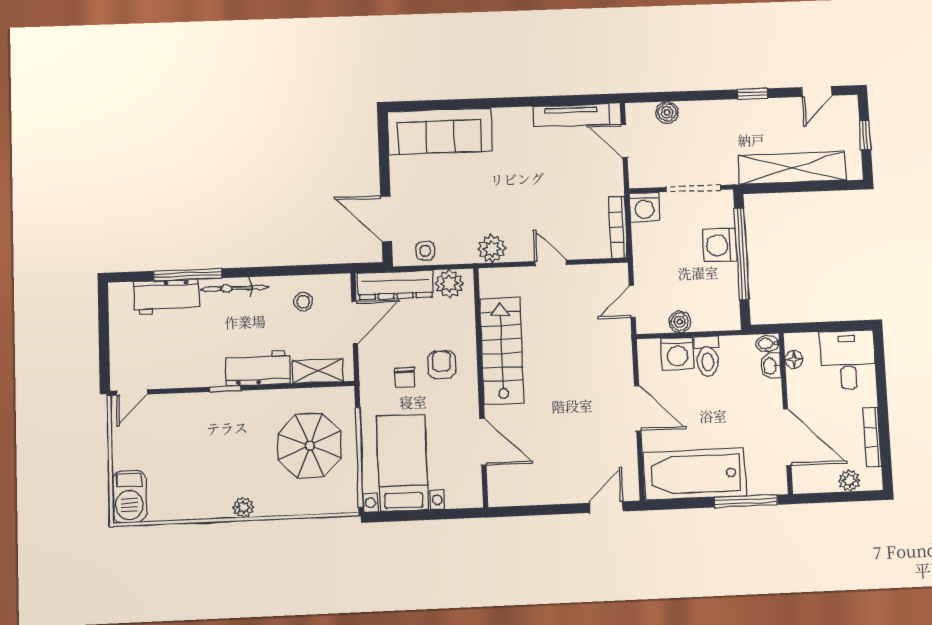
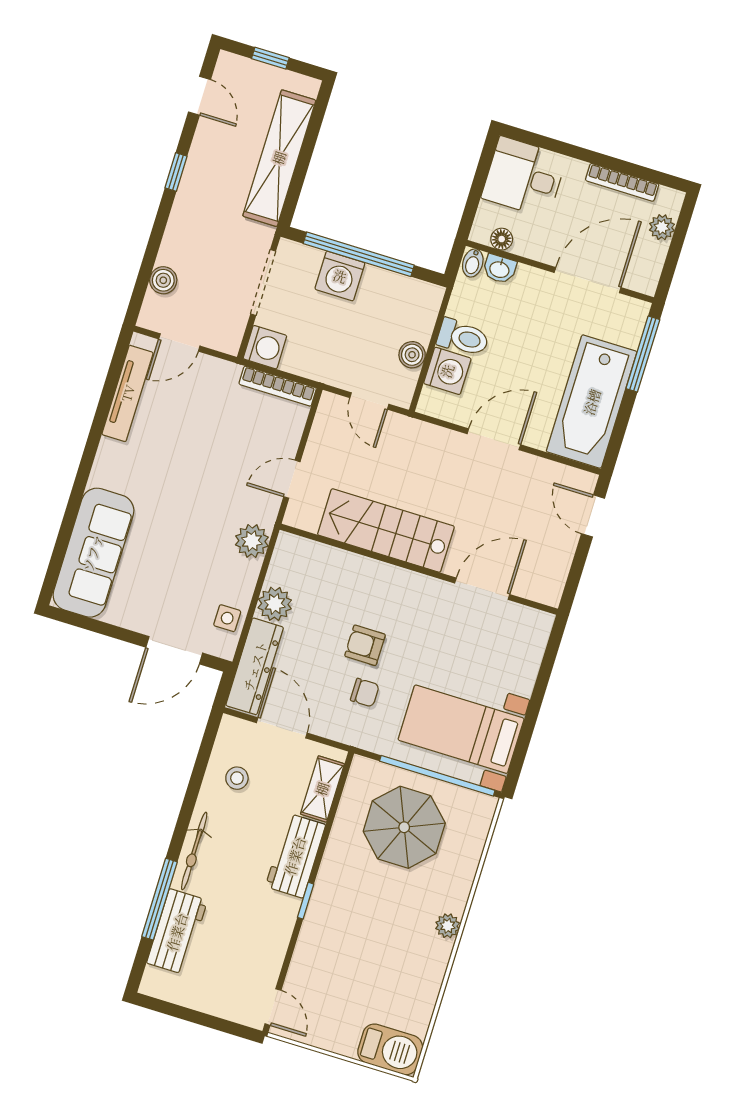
stairs: (502, 351) -> (386, 530), moved
wall: (481, 387) -> (419, 569), moved
door: (483, 442) -> (482, 589), moved

